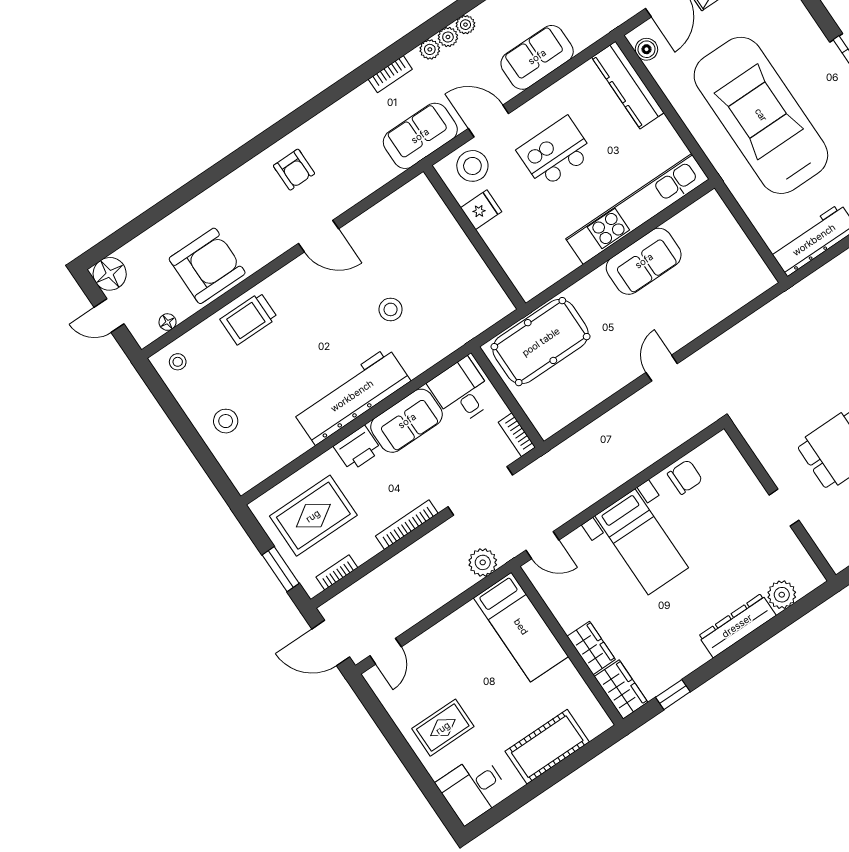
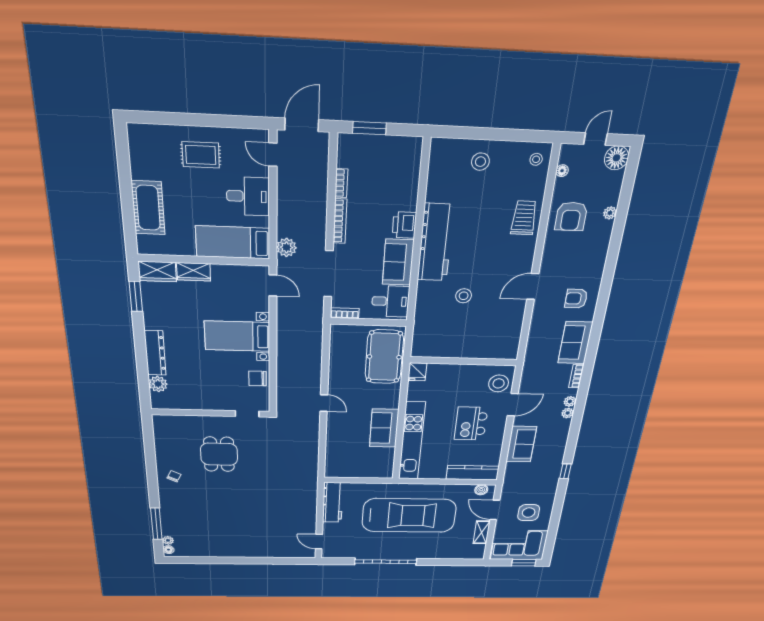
plant: (465, 25) -> (610, 213), moved
sofa: (420, 136) -> (575, 343), moved, turned 180
kitchen island: (555, 152) -> (471, 424), turned 180
fridge: (481, 210) -> (417, 372), moved
armchair: (207, 266) -> (571, 216), width x0.73, depth x0.73
chair: (685, 477) -> (258, 378), turned 90
doorway: (784, 508) -> (247, 414), moved
rug: (313, 516) -> (386, 172), removed
door: (542, 545) -> (273, 285), swing flipped
bookcase: (337, 572) -> (341, 183), moved
window: (673, 695) -> (136, 296), width x1.50
rug: (443, 728) -> (201, 155), turned 90
desk: (473, 789) -> (248, 196), moved, turned 90

